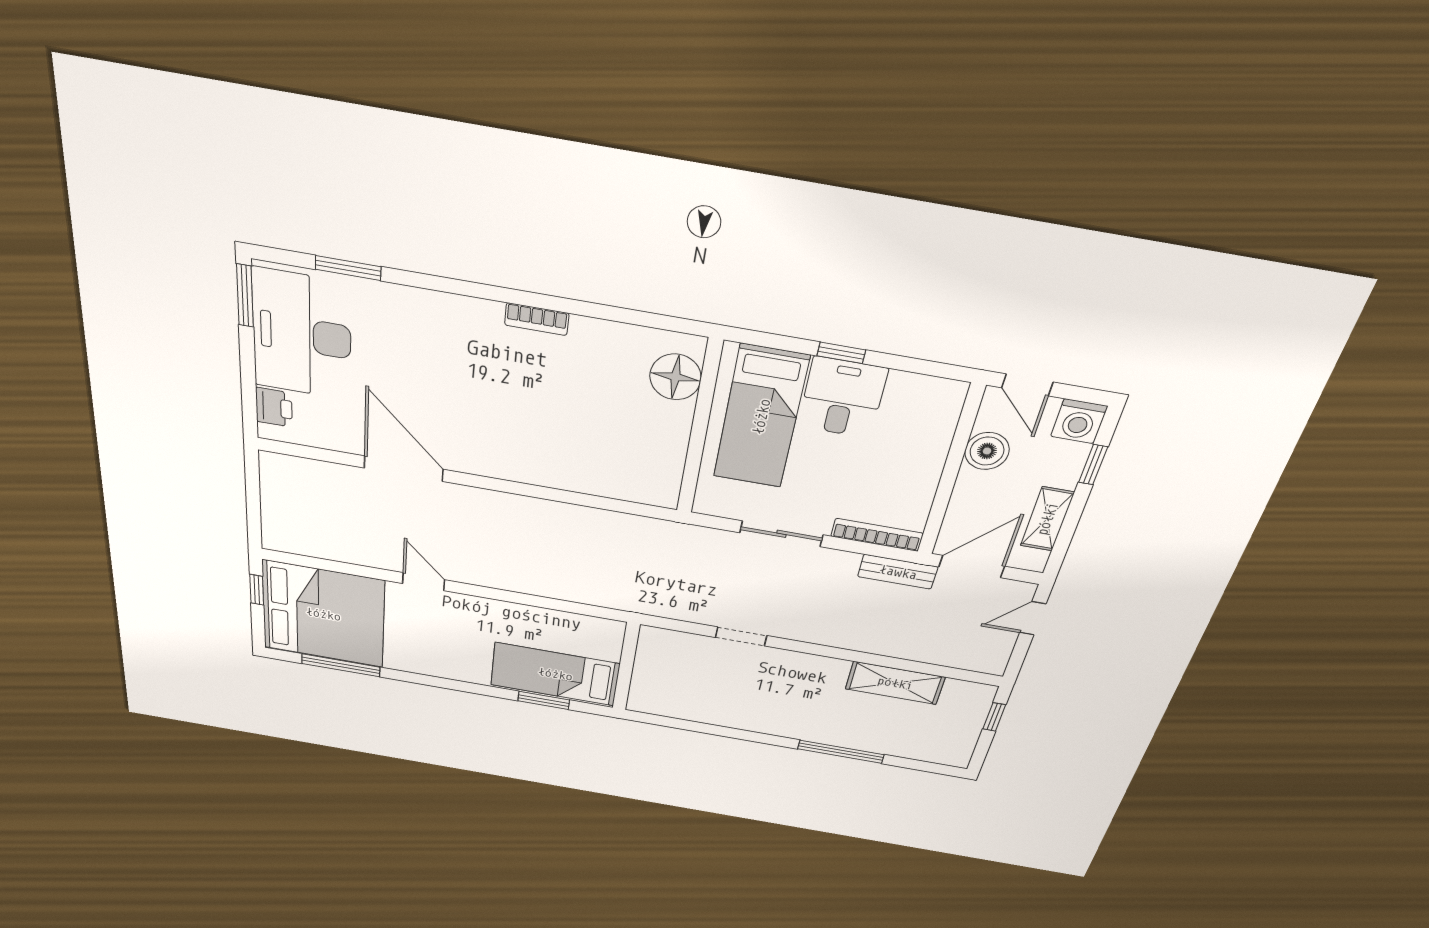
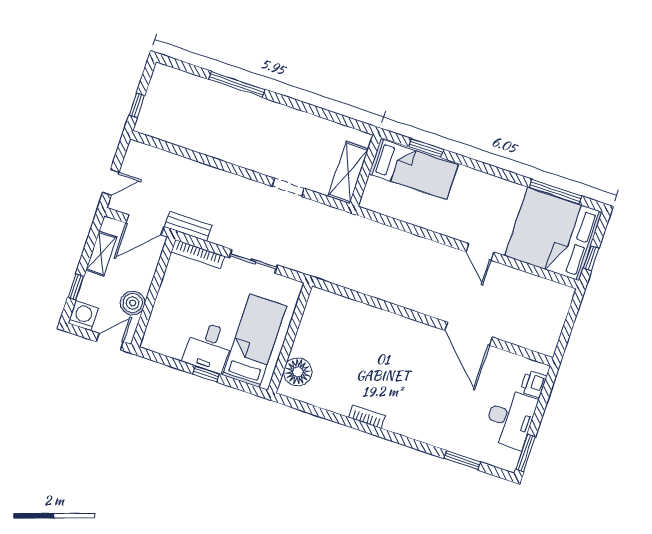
desk: (302, 335) -> (510, 419), width x0.73, depth x0.77
door: (1027, 385) -> (110, 342), hinge flipped
shelving: (895, 683) -> (348, 172), moved, turned 90

